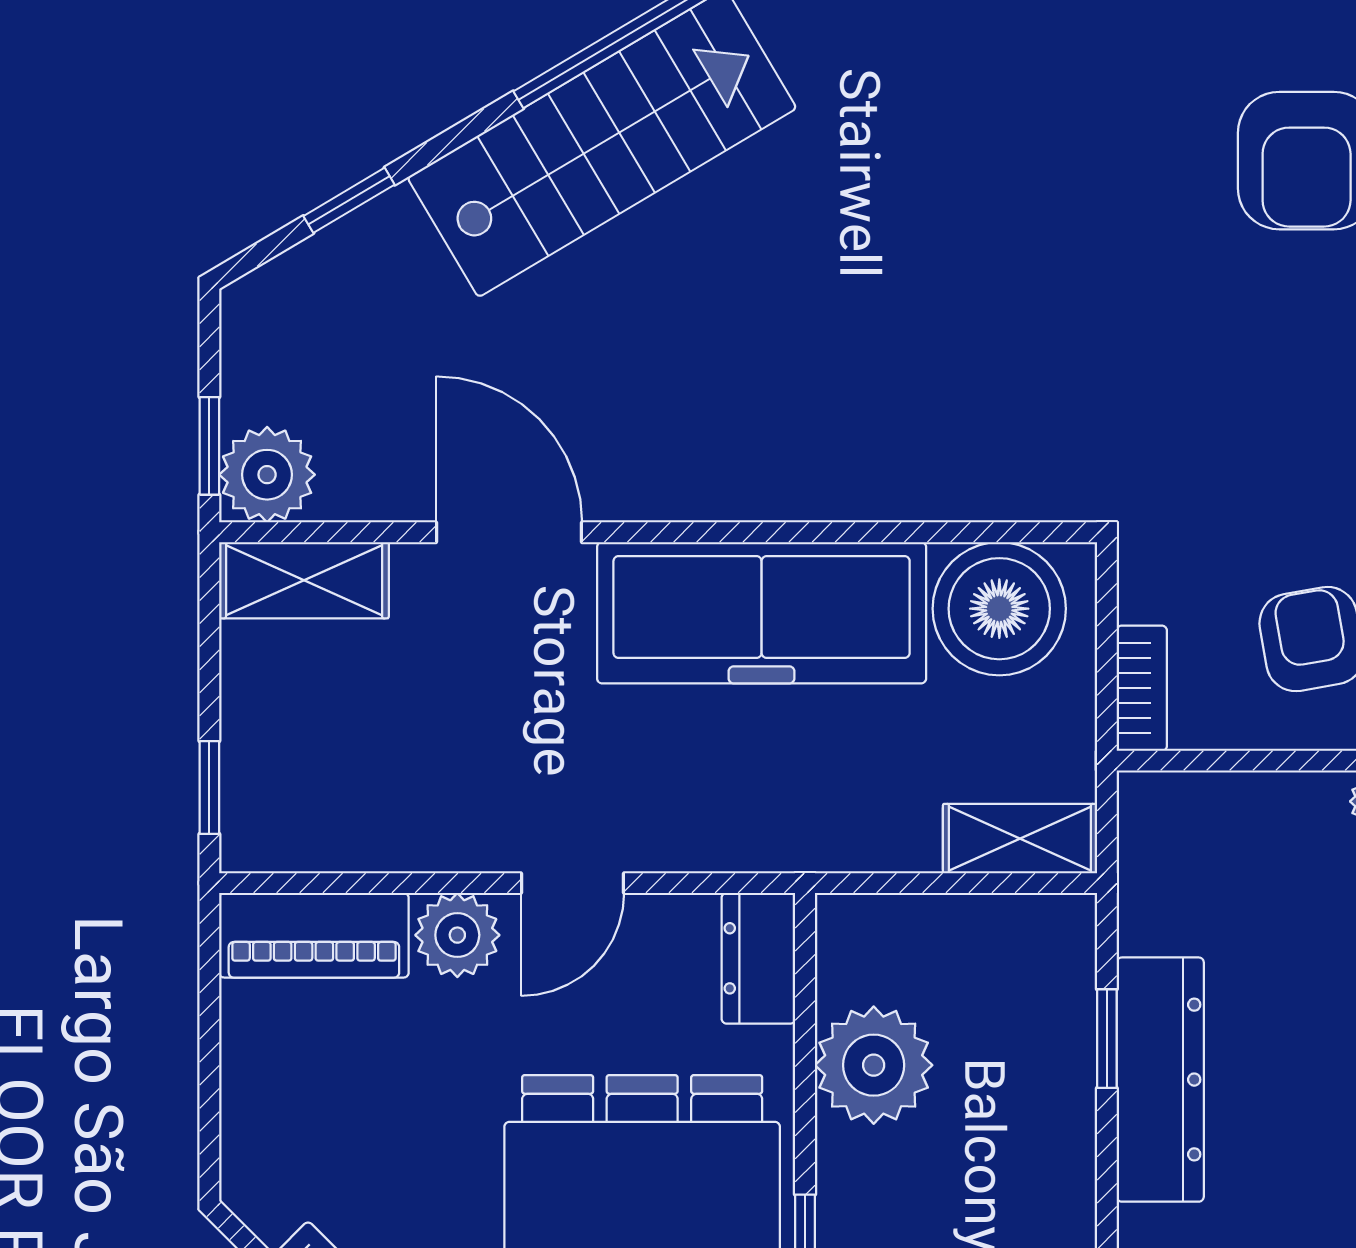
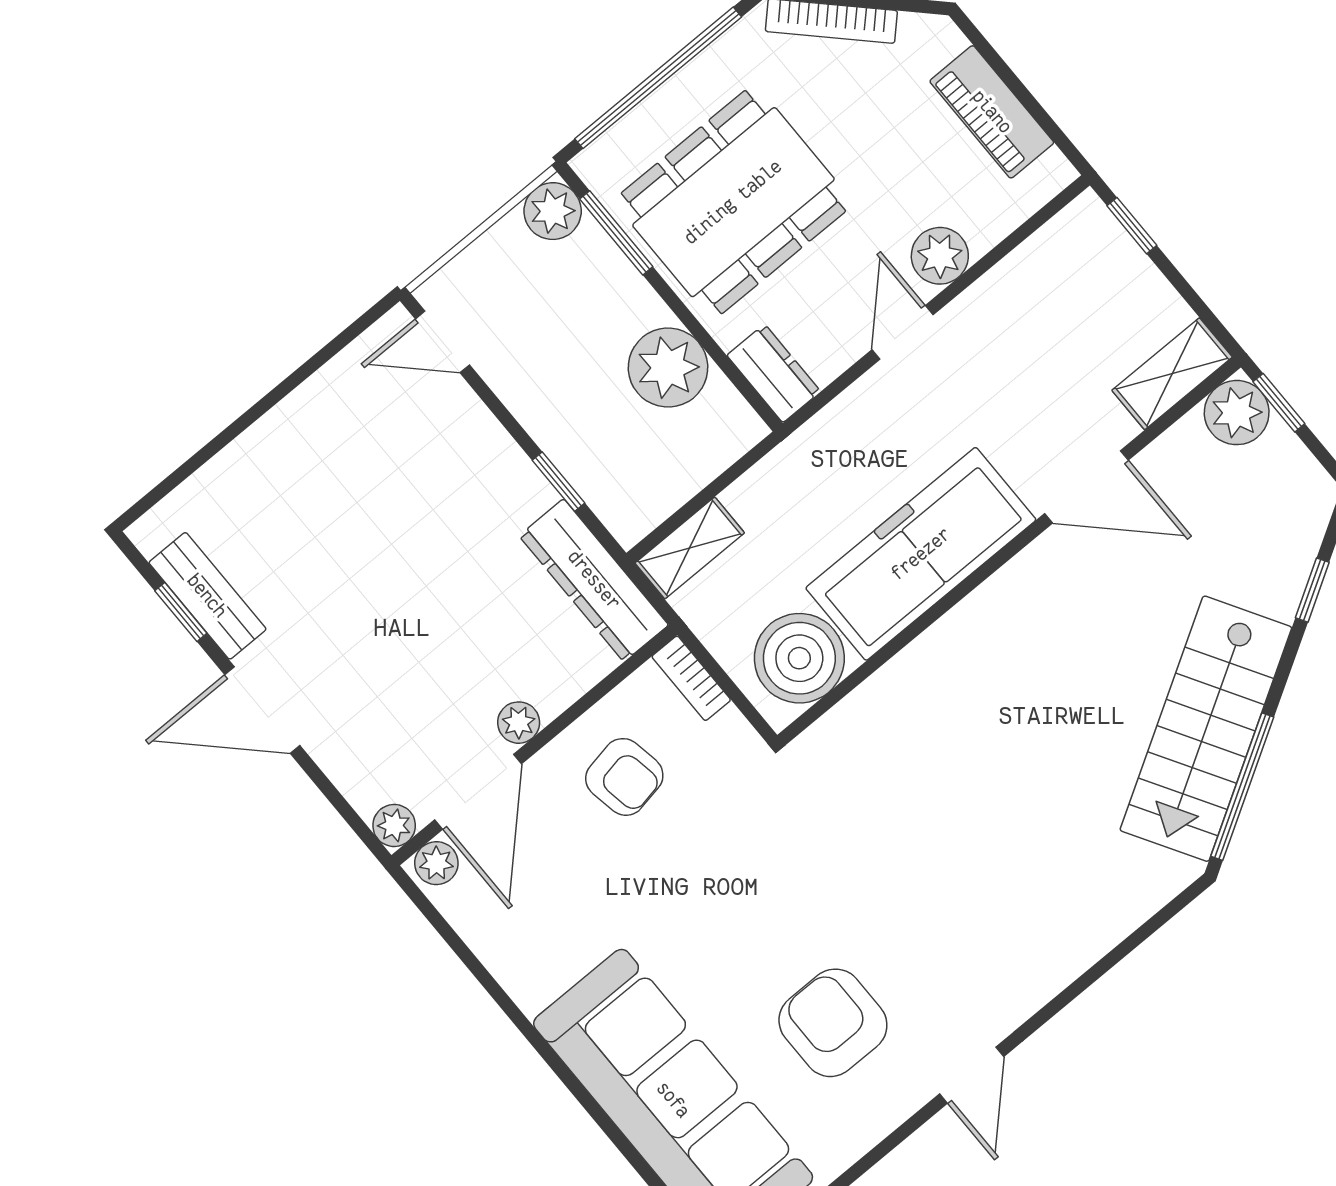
piano: (314, 935) -> (992, 112), moved, turned -90
dresser: (1160, 1080) -> (594, 580), moved

